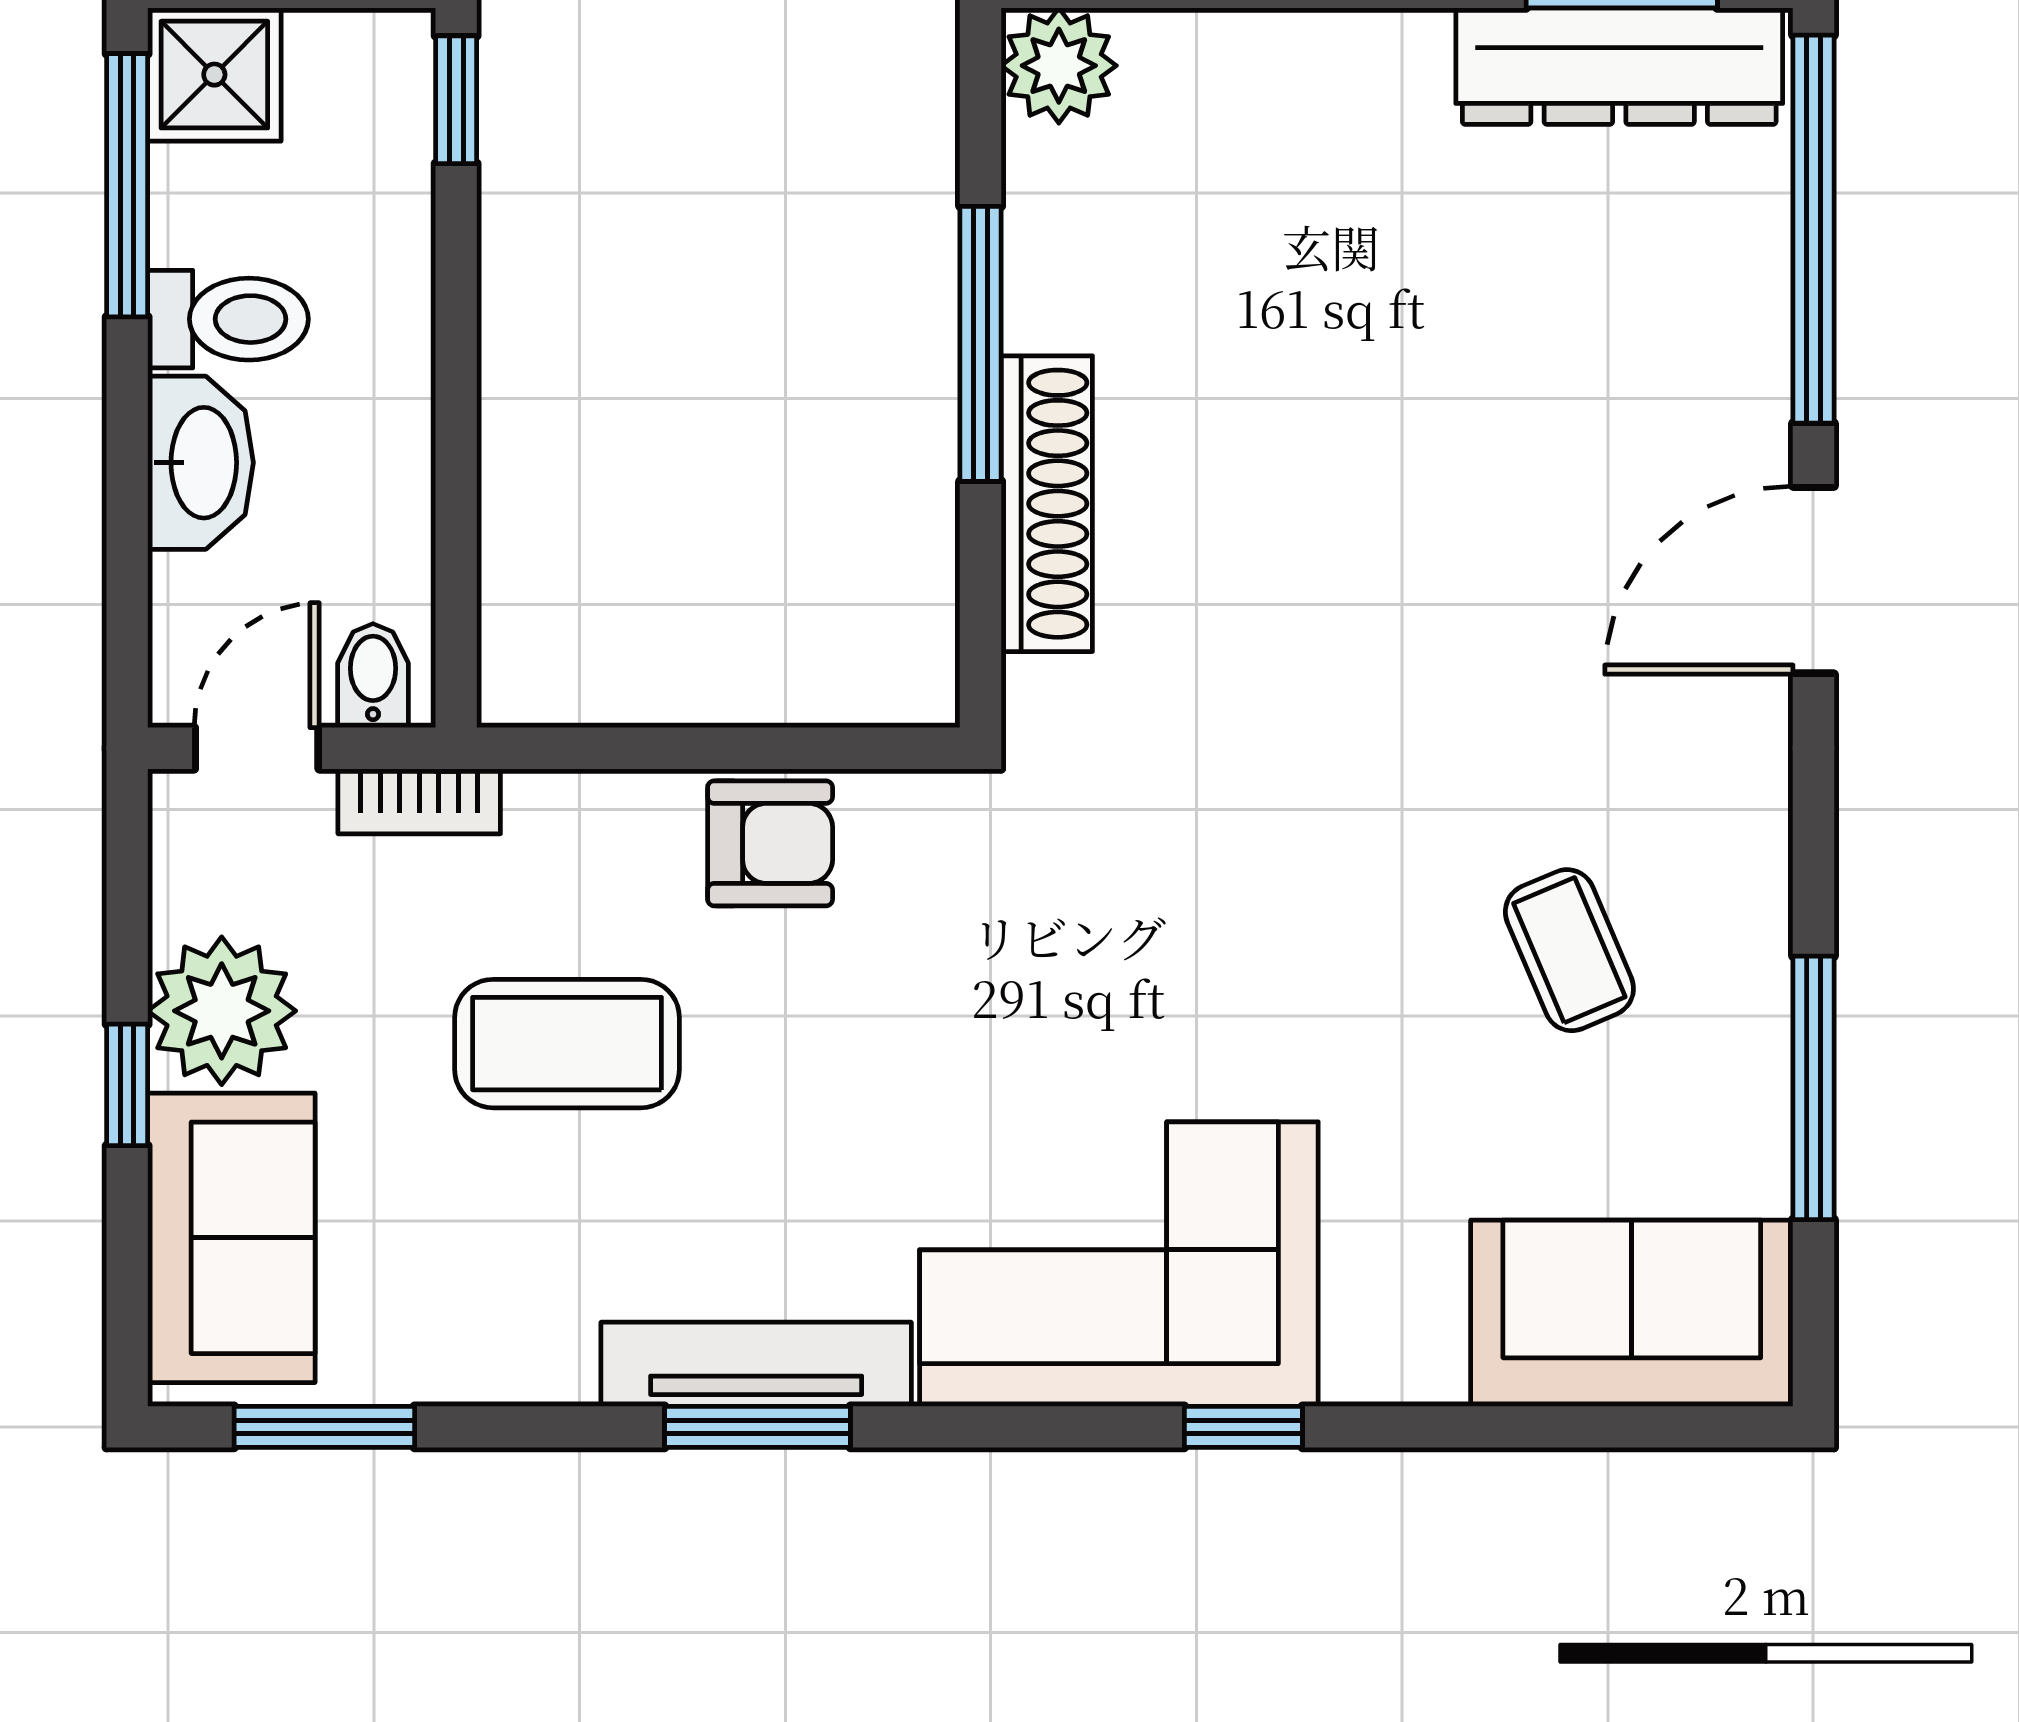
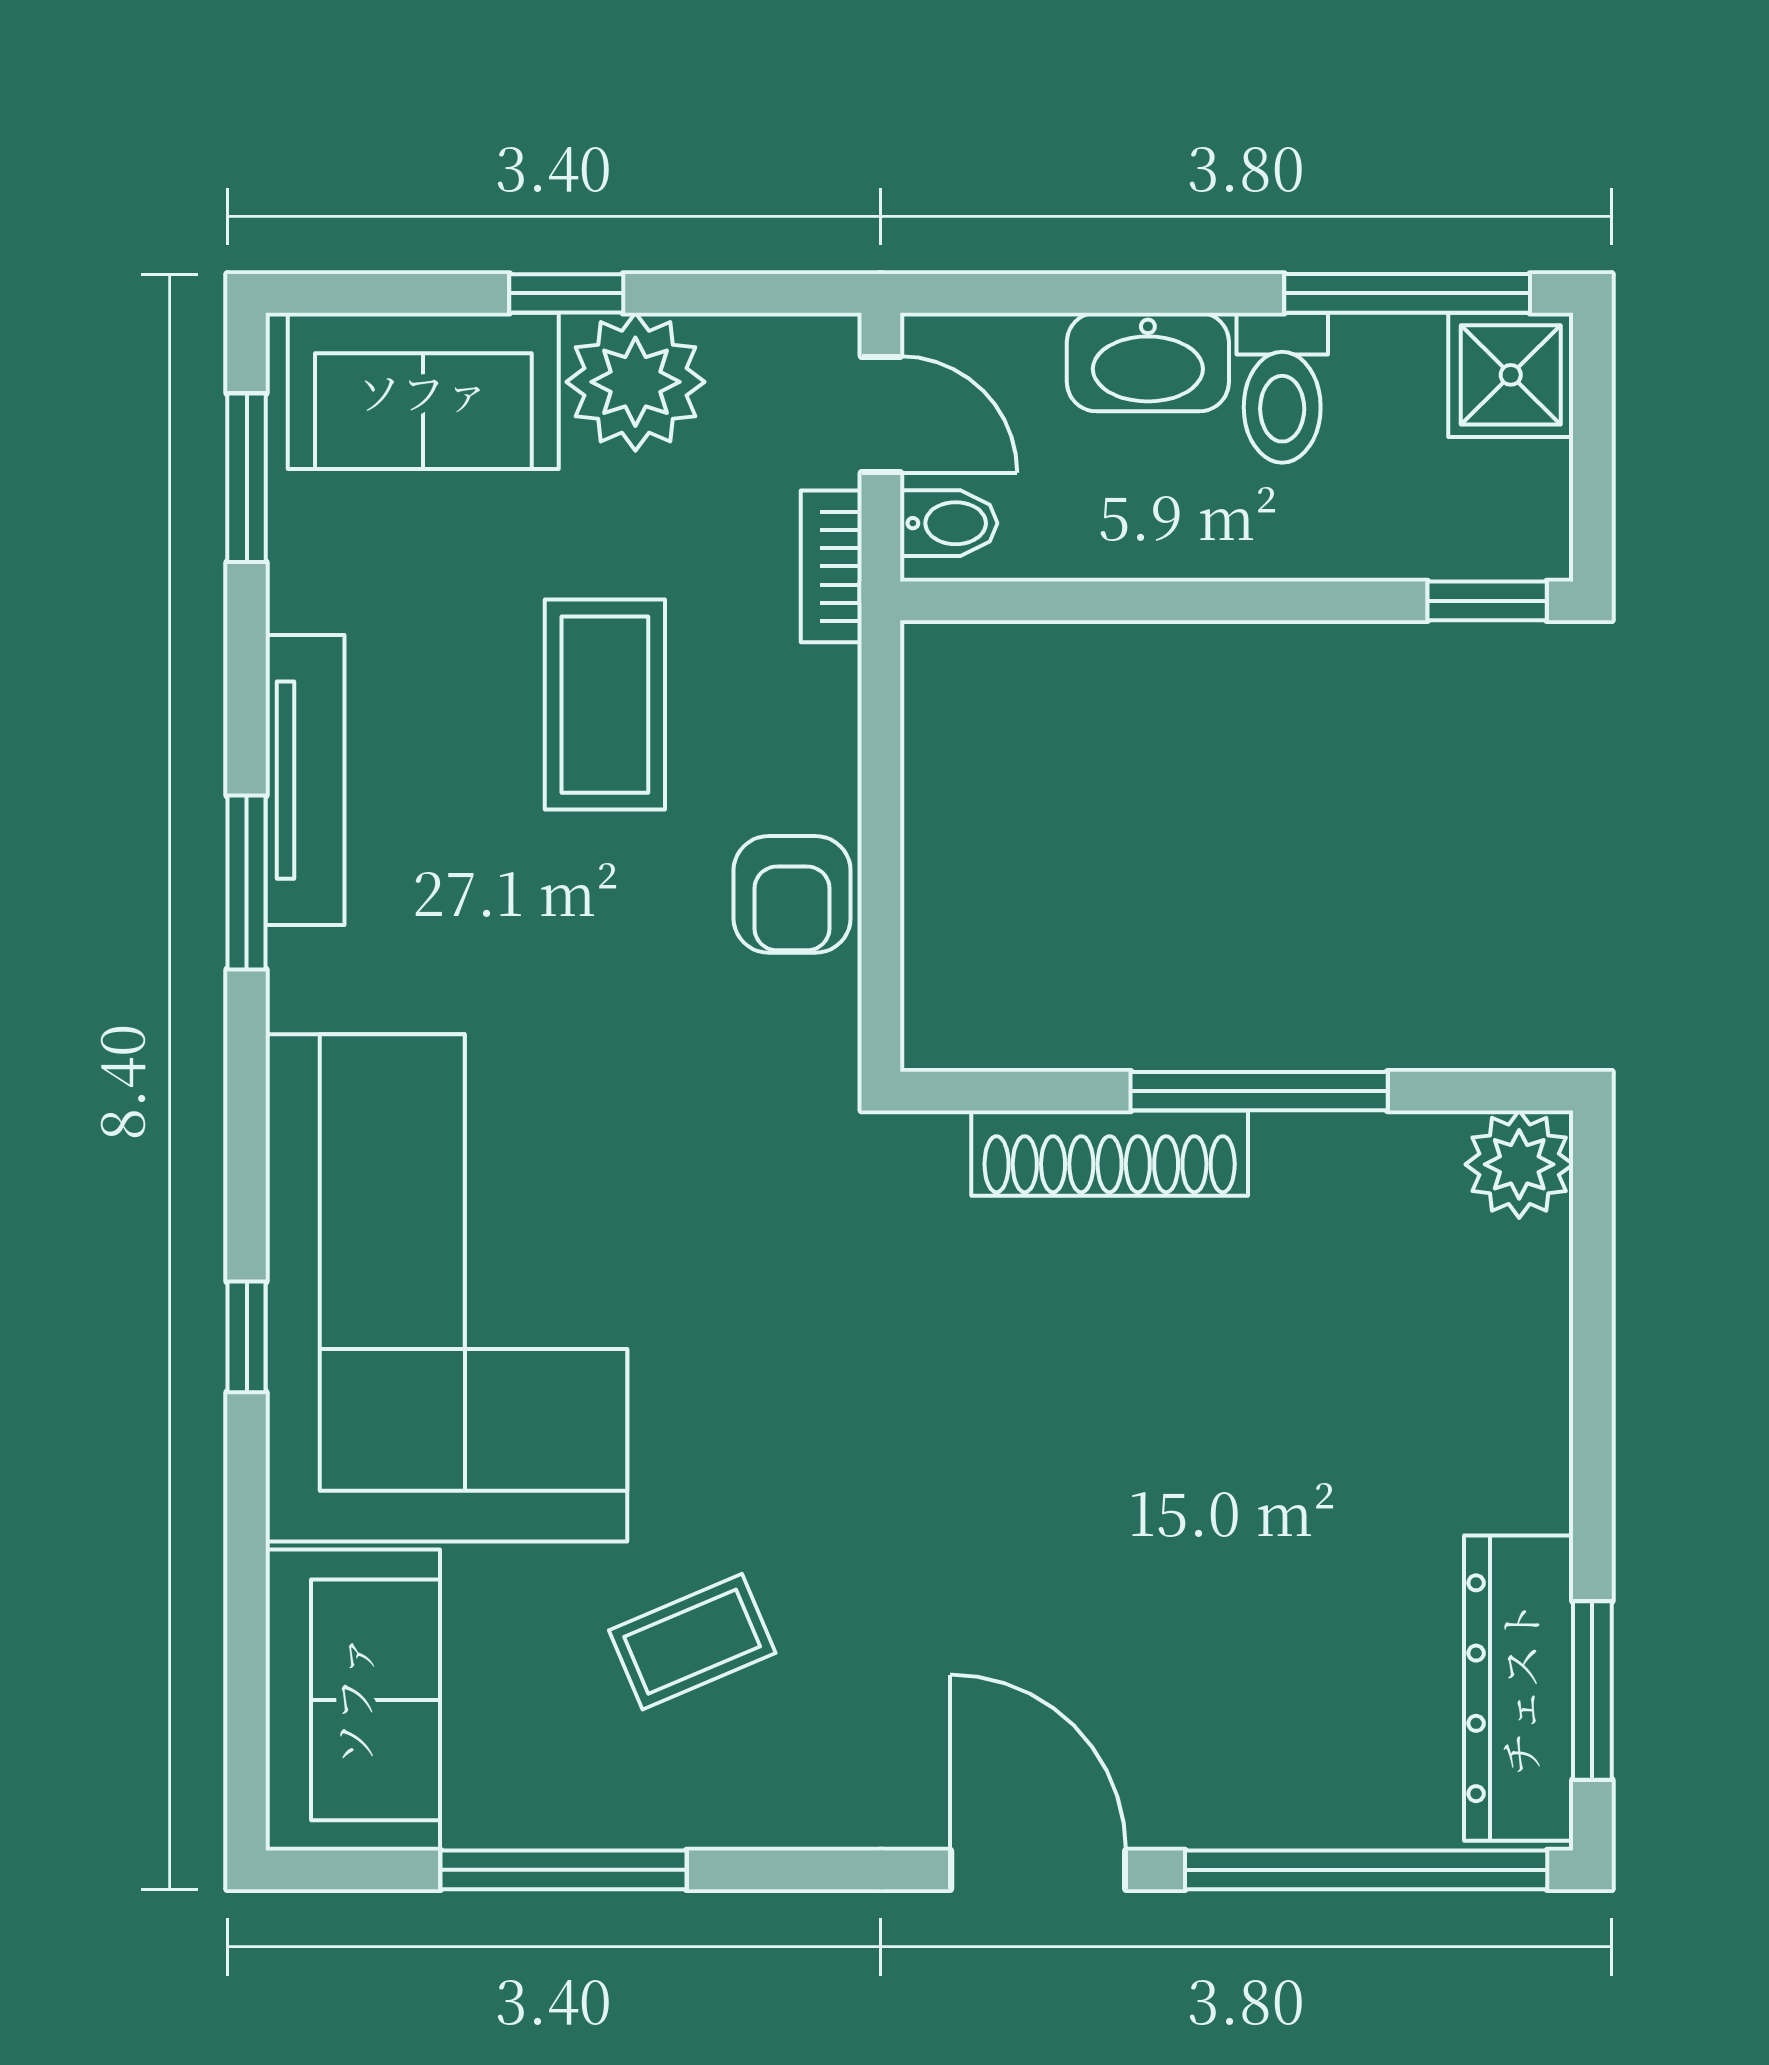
corner sofa: (1119, 1264) -> (446, 1288), width x1.36, depth x1.36
tv unit: (756, 1364) -> (305, 780), moved

